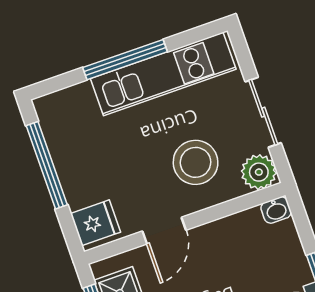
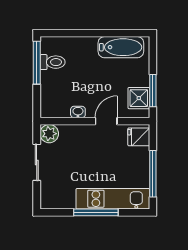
kitchen unit: (163, 74) -> (113, 199), moved
stool: (196, 162) -> (79, 149), removed
washbasin: (276, 210) -> (78, 112), moved

